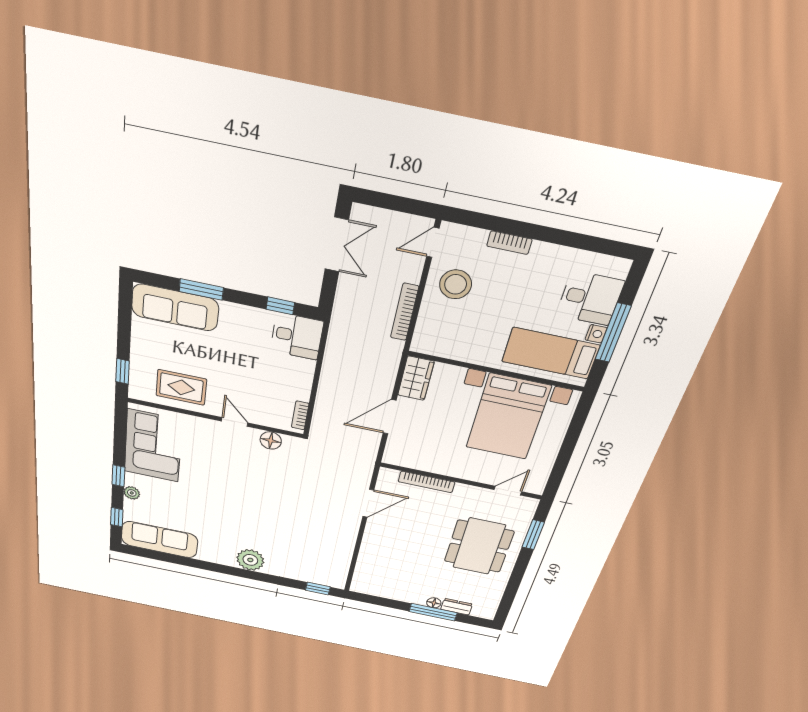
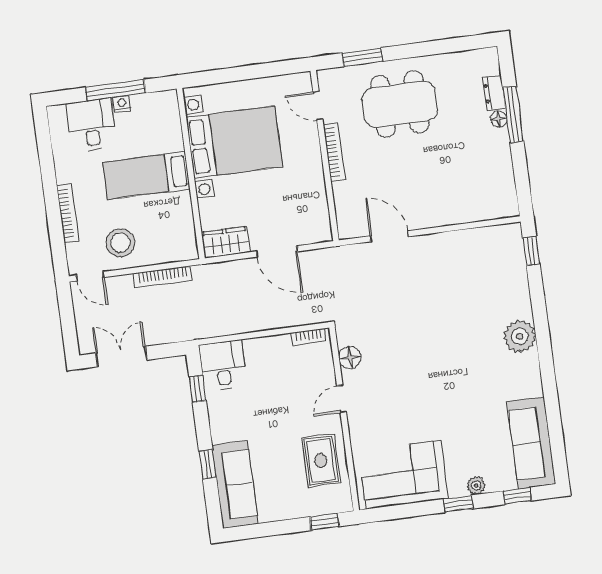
bookcase: (509, 243) -> (68, 213), width x1.56
window: (201, 289) -> (208, 464), width x0.67
bed: (551, 353) -> (146, 175), moved, turned 90
bookcase: (426, 482) -> (334, 152), moved

